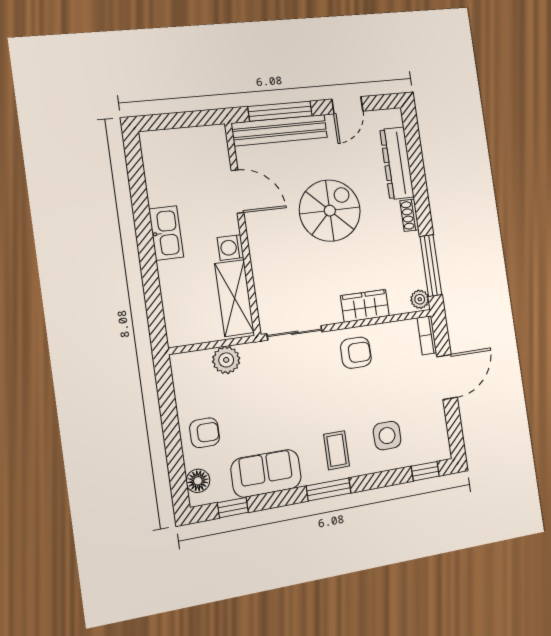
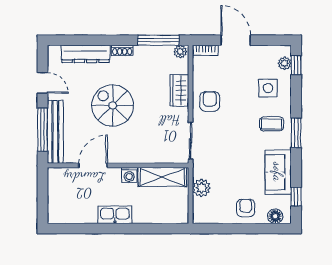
plant: (425, 454) -> (285, 63), added

